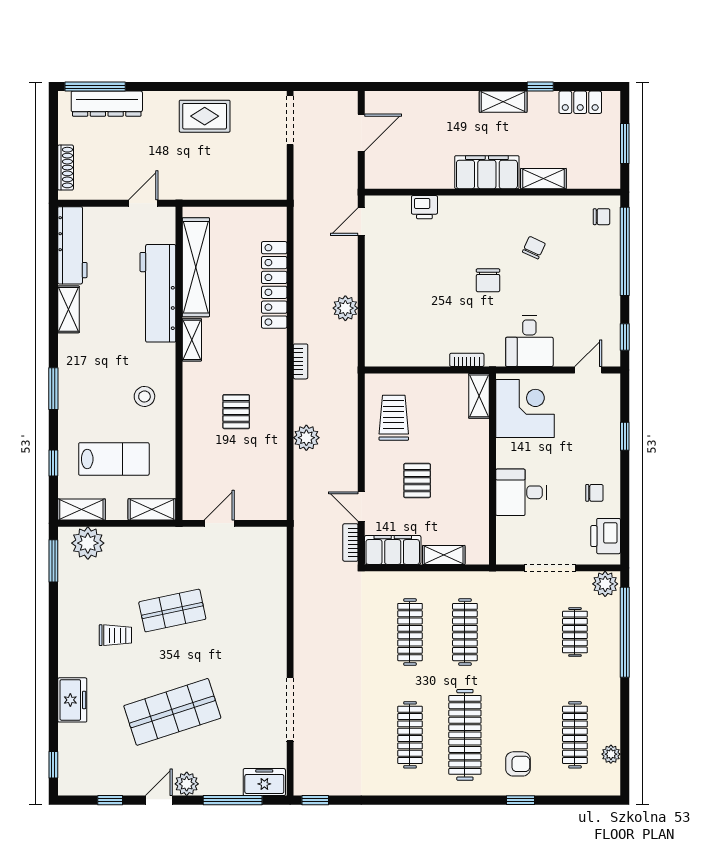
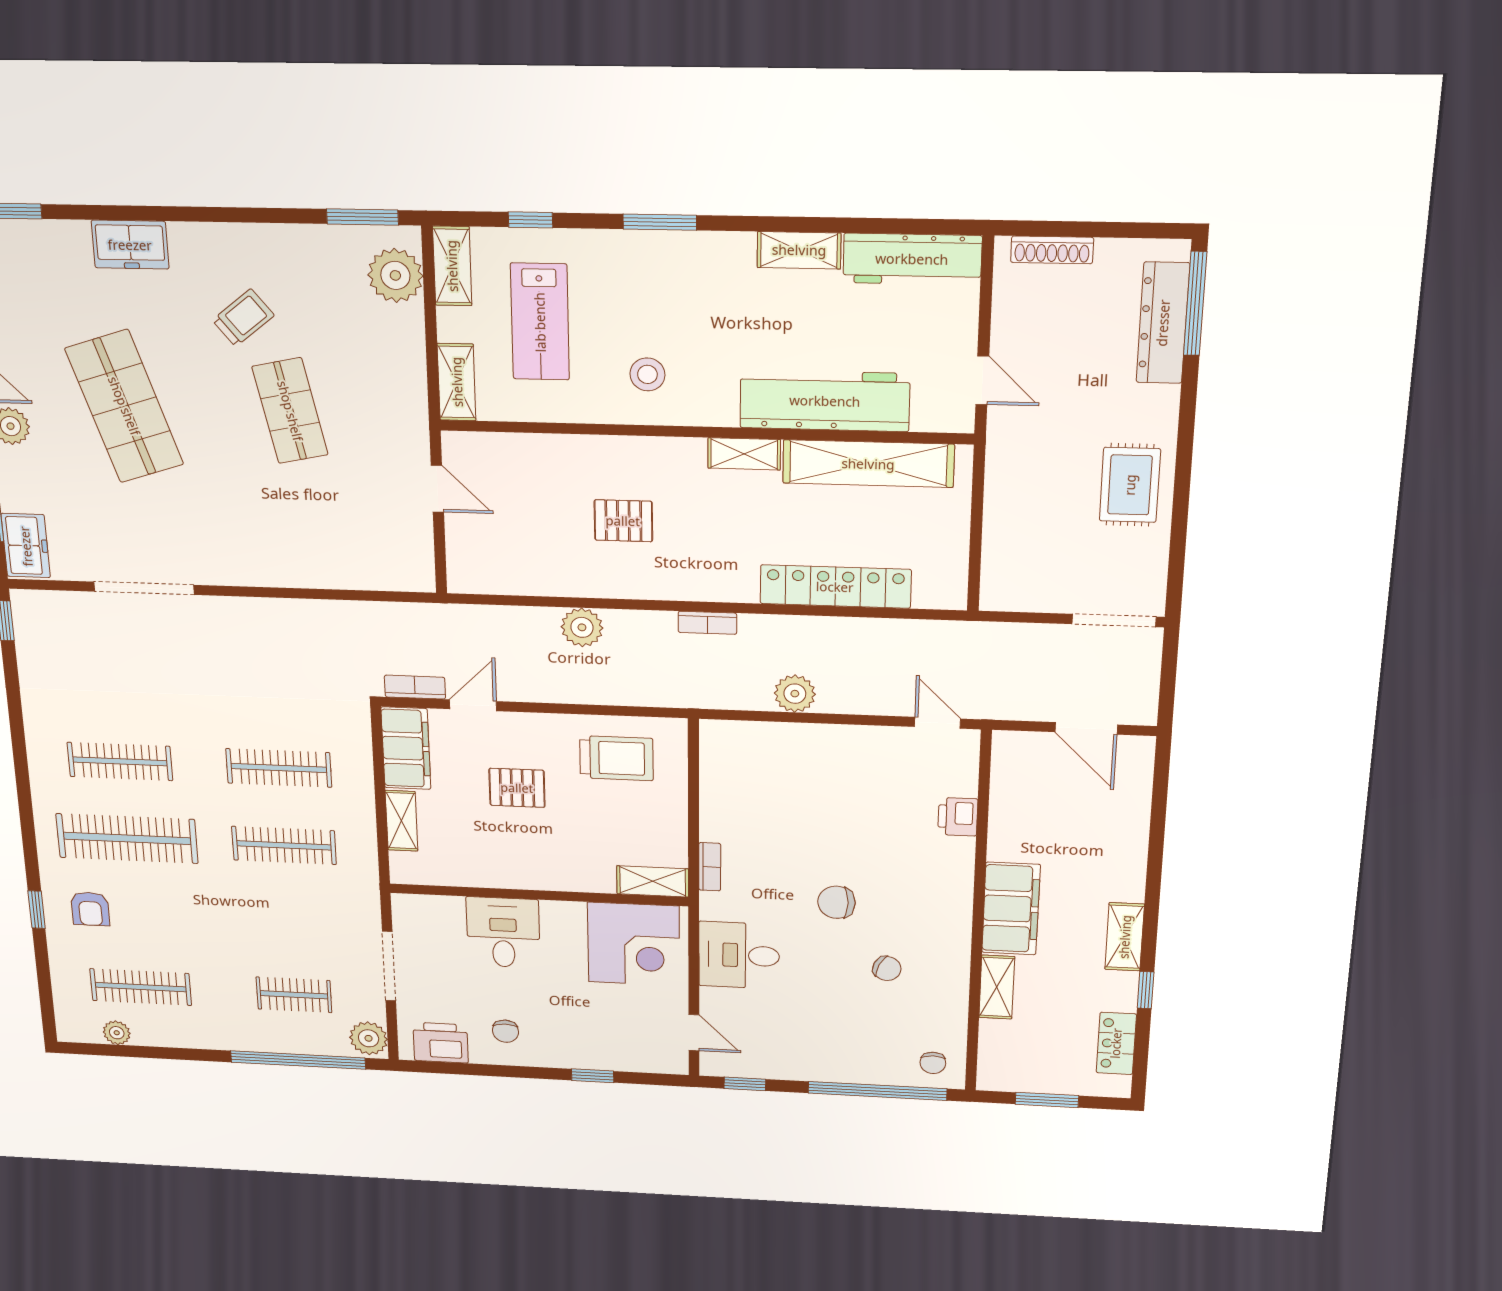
trolley: (115, 635) -> (243, 318), turned -129

